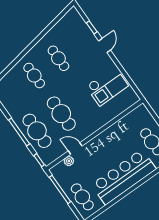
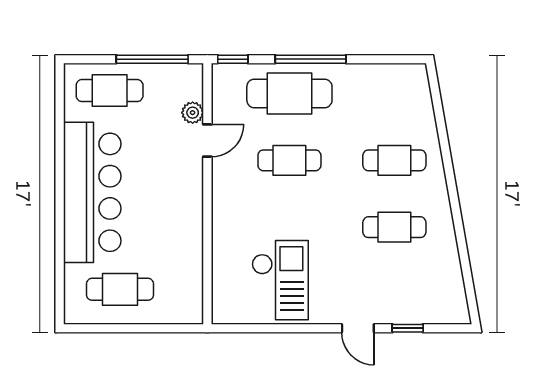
checkout: (107, 86) -> (280, 280), turned 180
cafe table: (61, 114) -> (289, 160), width x0.73, depth x0.74

